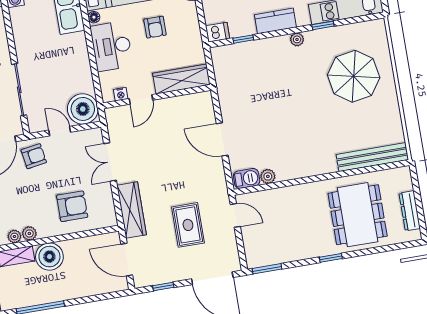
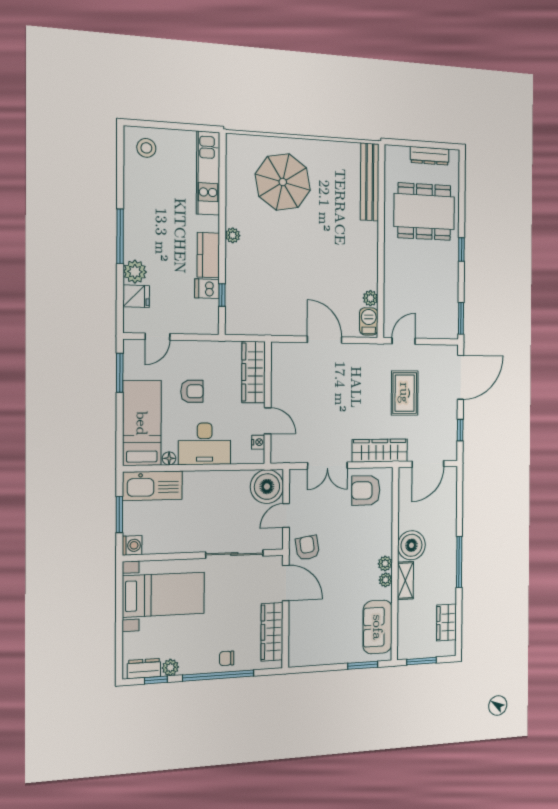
window: (323, 25) -> (222, 203), removed
dishwasher: (218, 32) -> (207, 289), moved, turned -90
door: (222, 139) -> (325, 340), swing flipped
armchair: (72, 206) -> (366, 490), moved, turned -90
rug: (188, 225) -> (405, 393), turned 90

